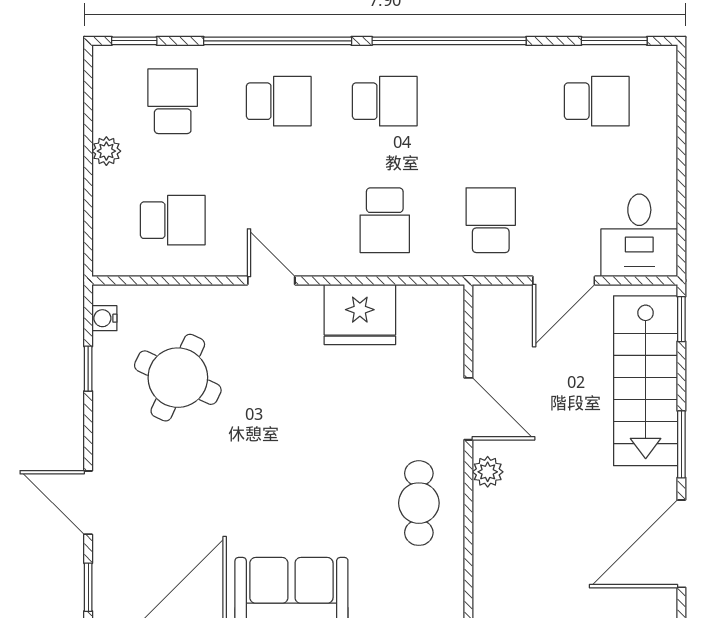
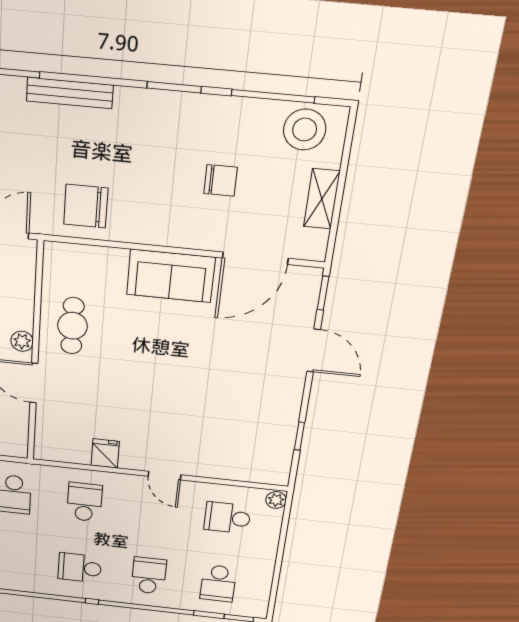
school desk: (279, 101) -> (149, 576), turned 90
plant: (106, 151) -> (276, 500), moved
fridge: (360, 315) -> (105, 453), width x0.53, depth x0.75
water cooler: (104, 318) -> (283, 466), removed
round table: (178, 378) -> (237, 424), removed

